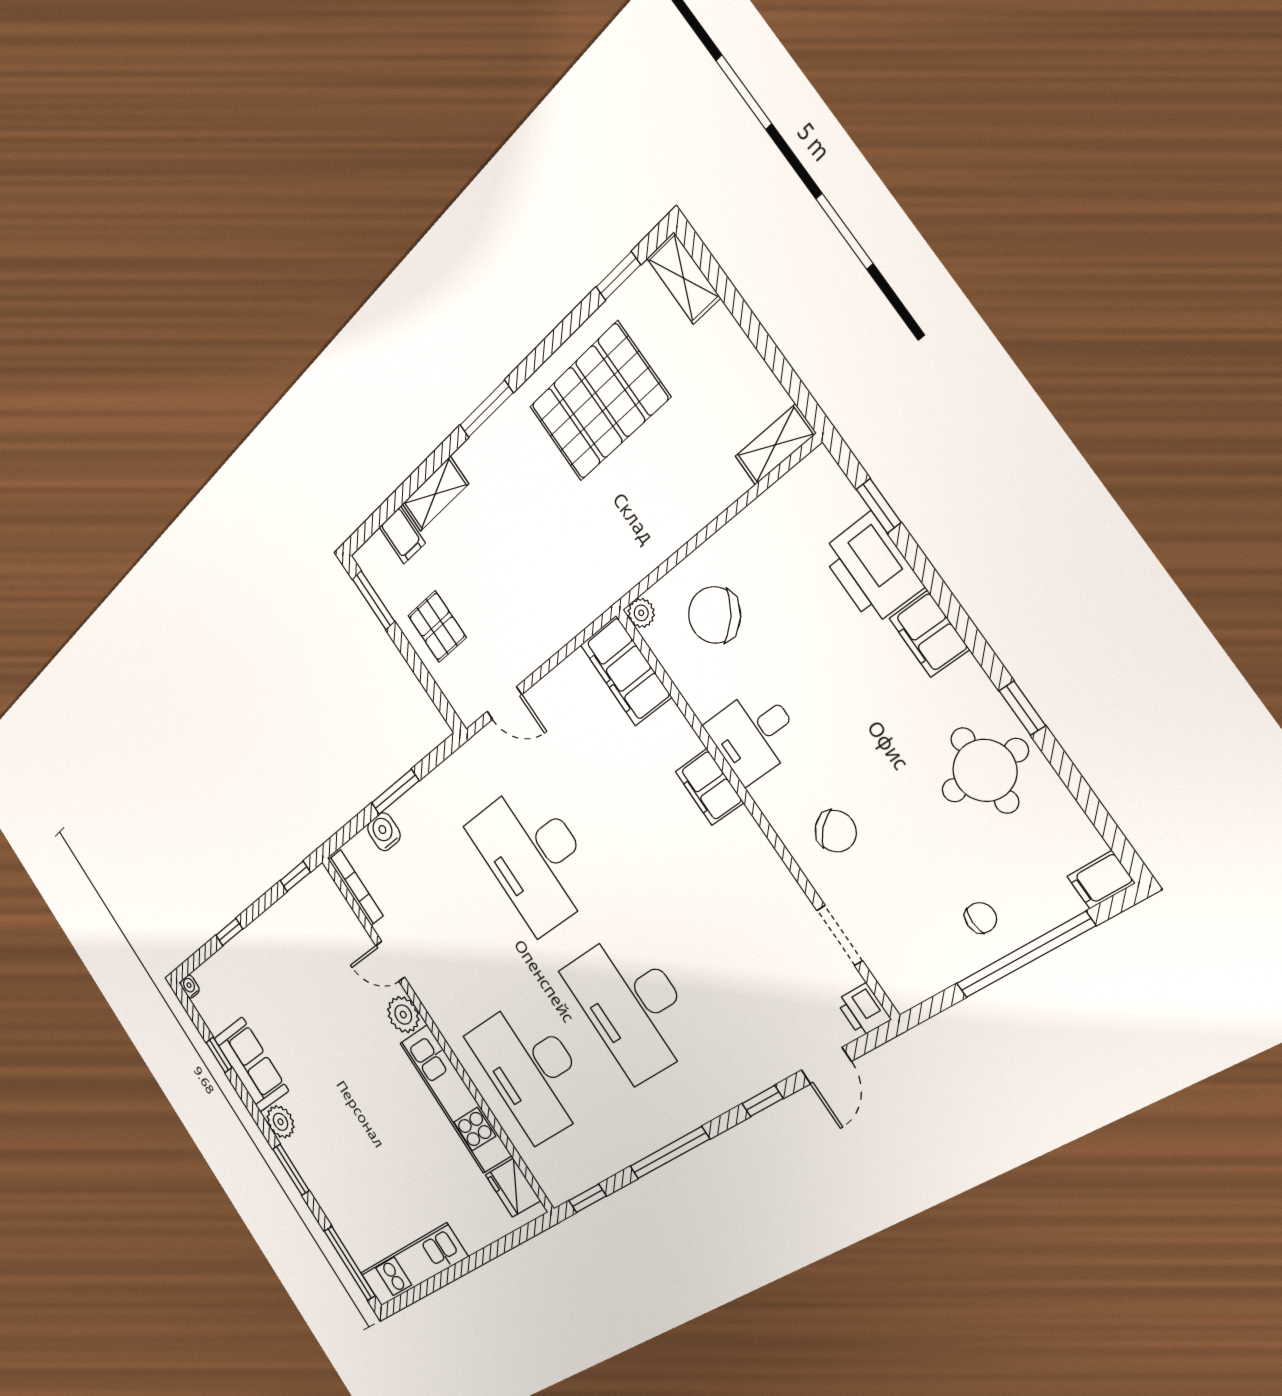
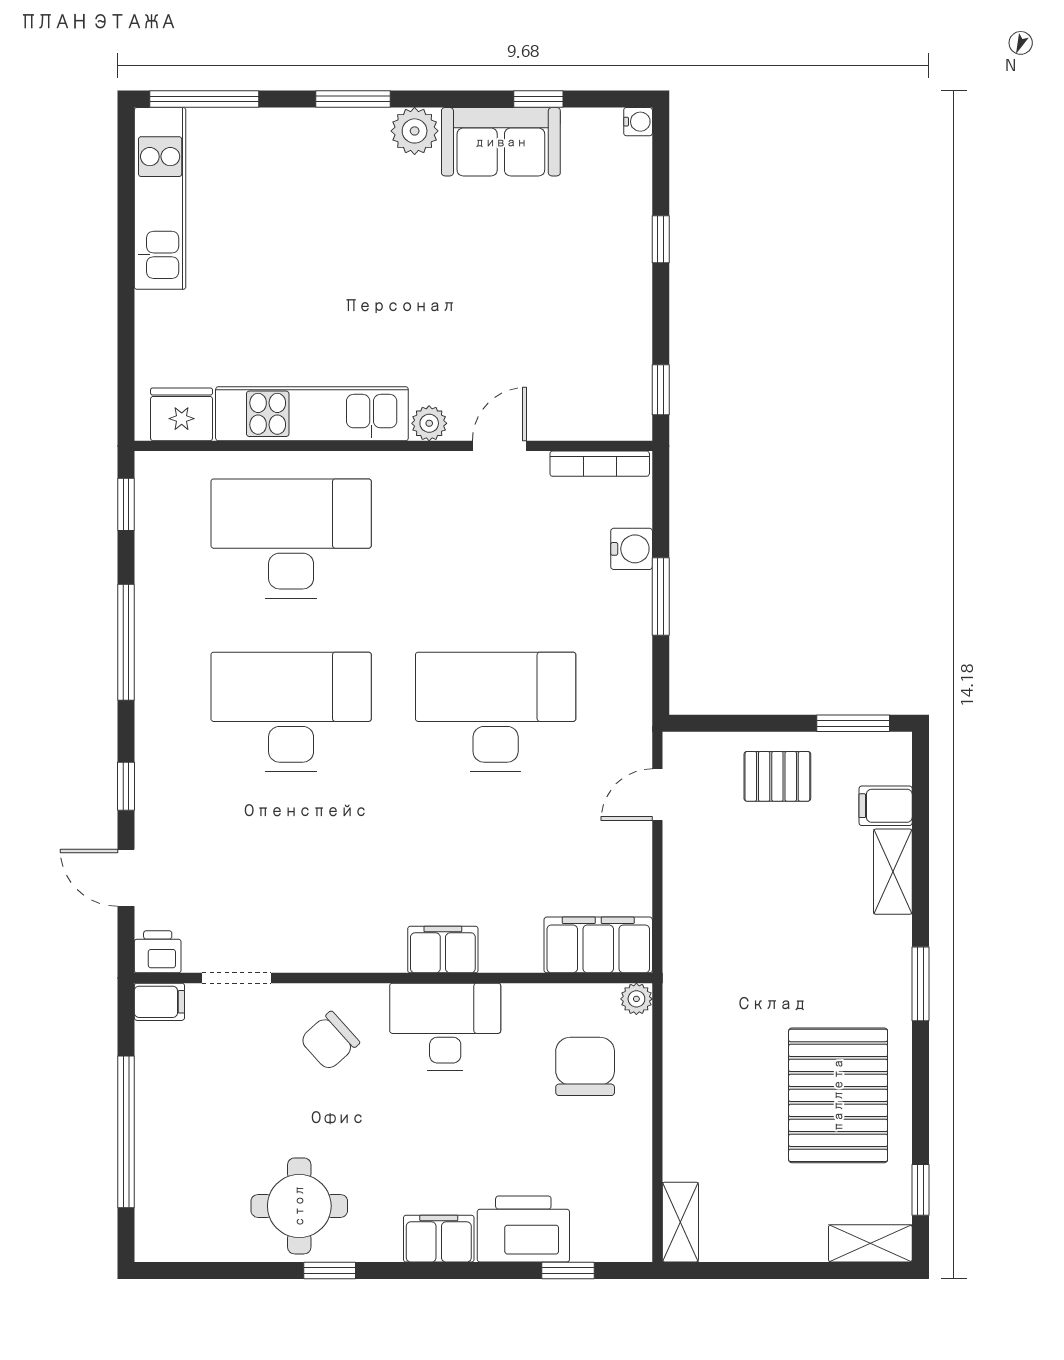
chair: (714, 615) -> (585, 1066), turned -40
desk: (754, 735) -> (445, 1027), width x1.37
filing cabinet: (1101, 880) -> (159, 1002), moved, turned 90
chair: (981, 918) -> (179, 1117), removed
plant: (403, 1015) -> (429, 423), width x0.73, depth x0.73

